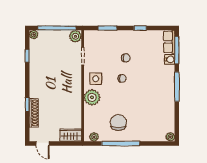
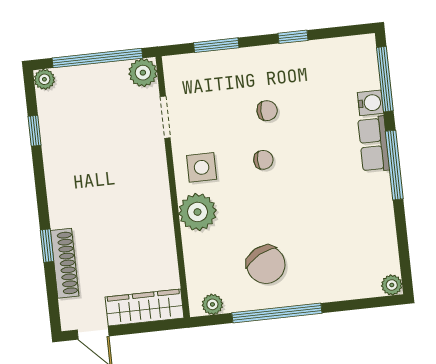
row of seats: (169, 42) -> (374, 144), moved
chair: (118, 123) -> (266, 265), turned 152
wardrobe: (71, 135) -> (145, 307), width x1.50

